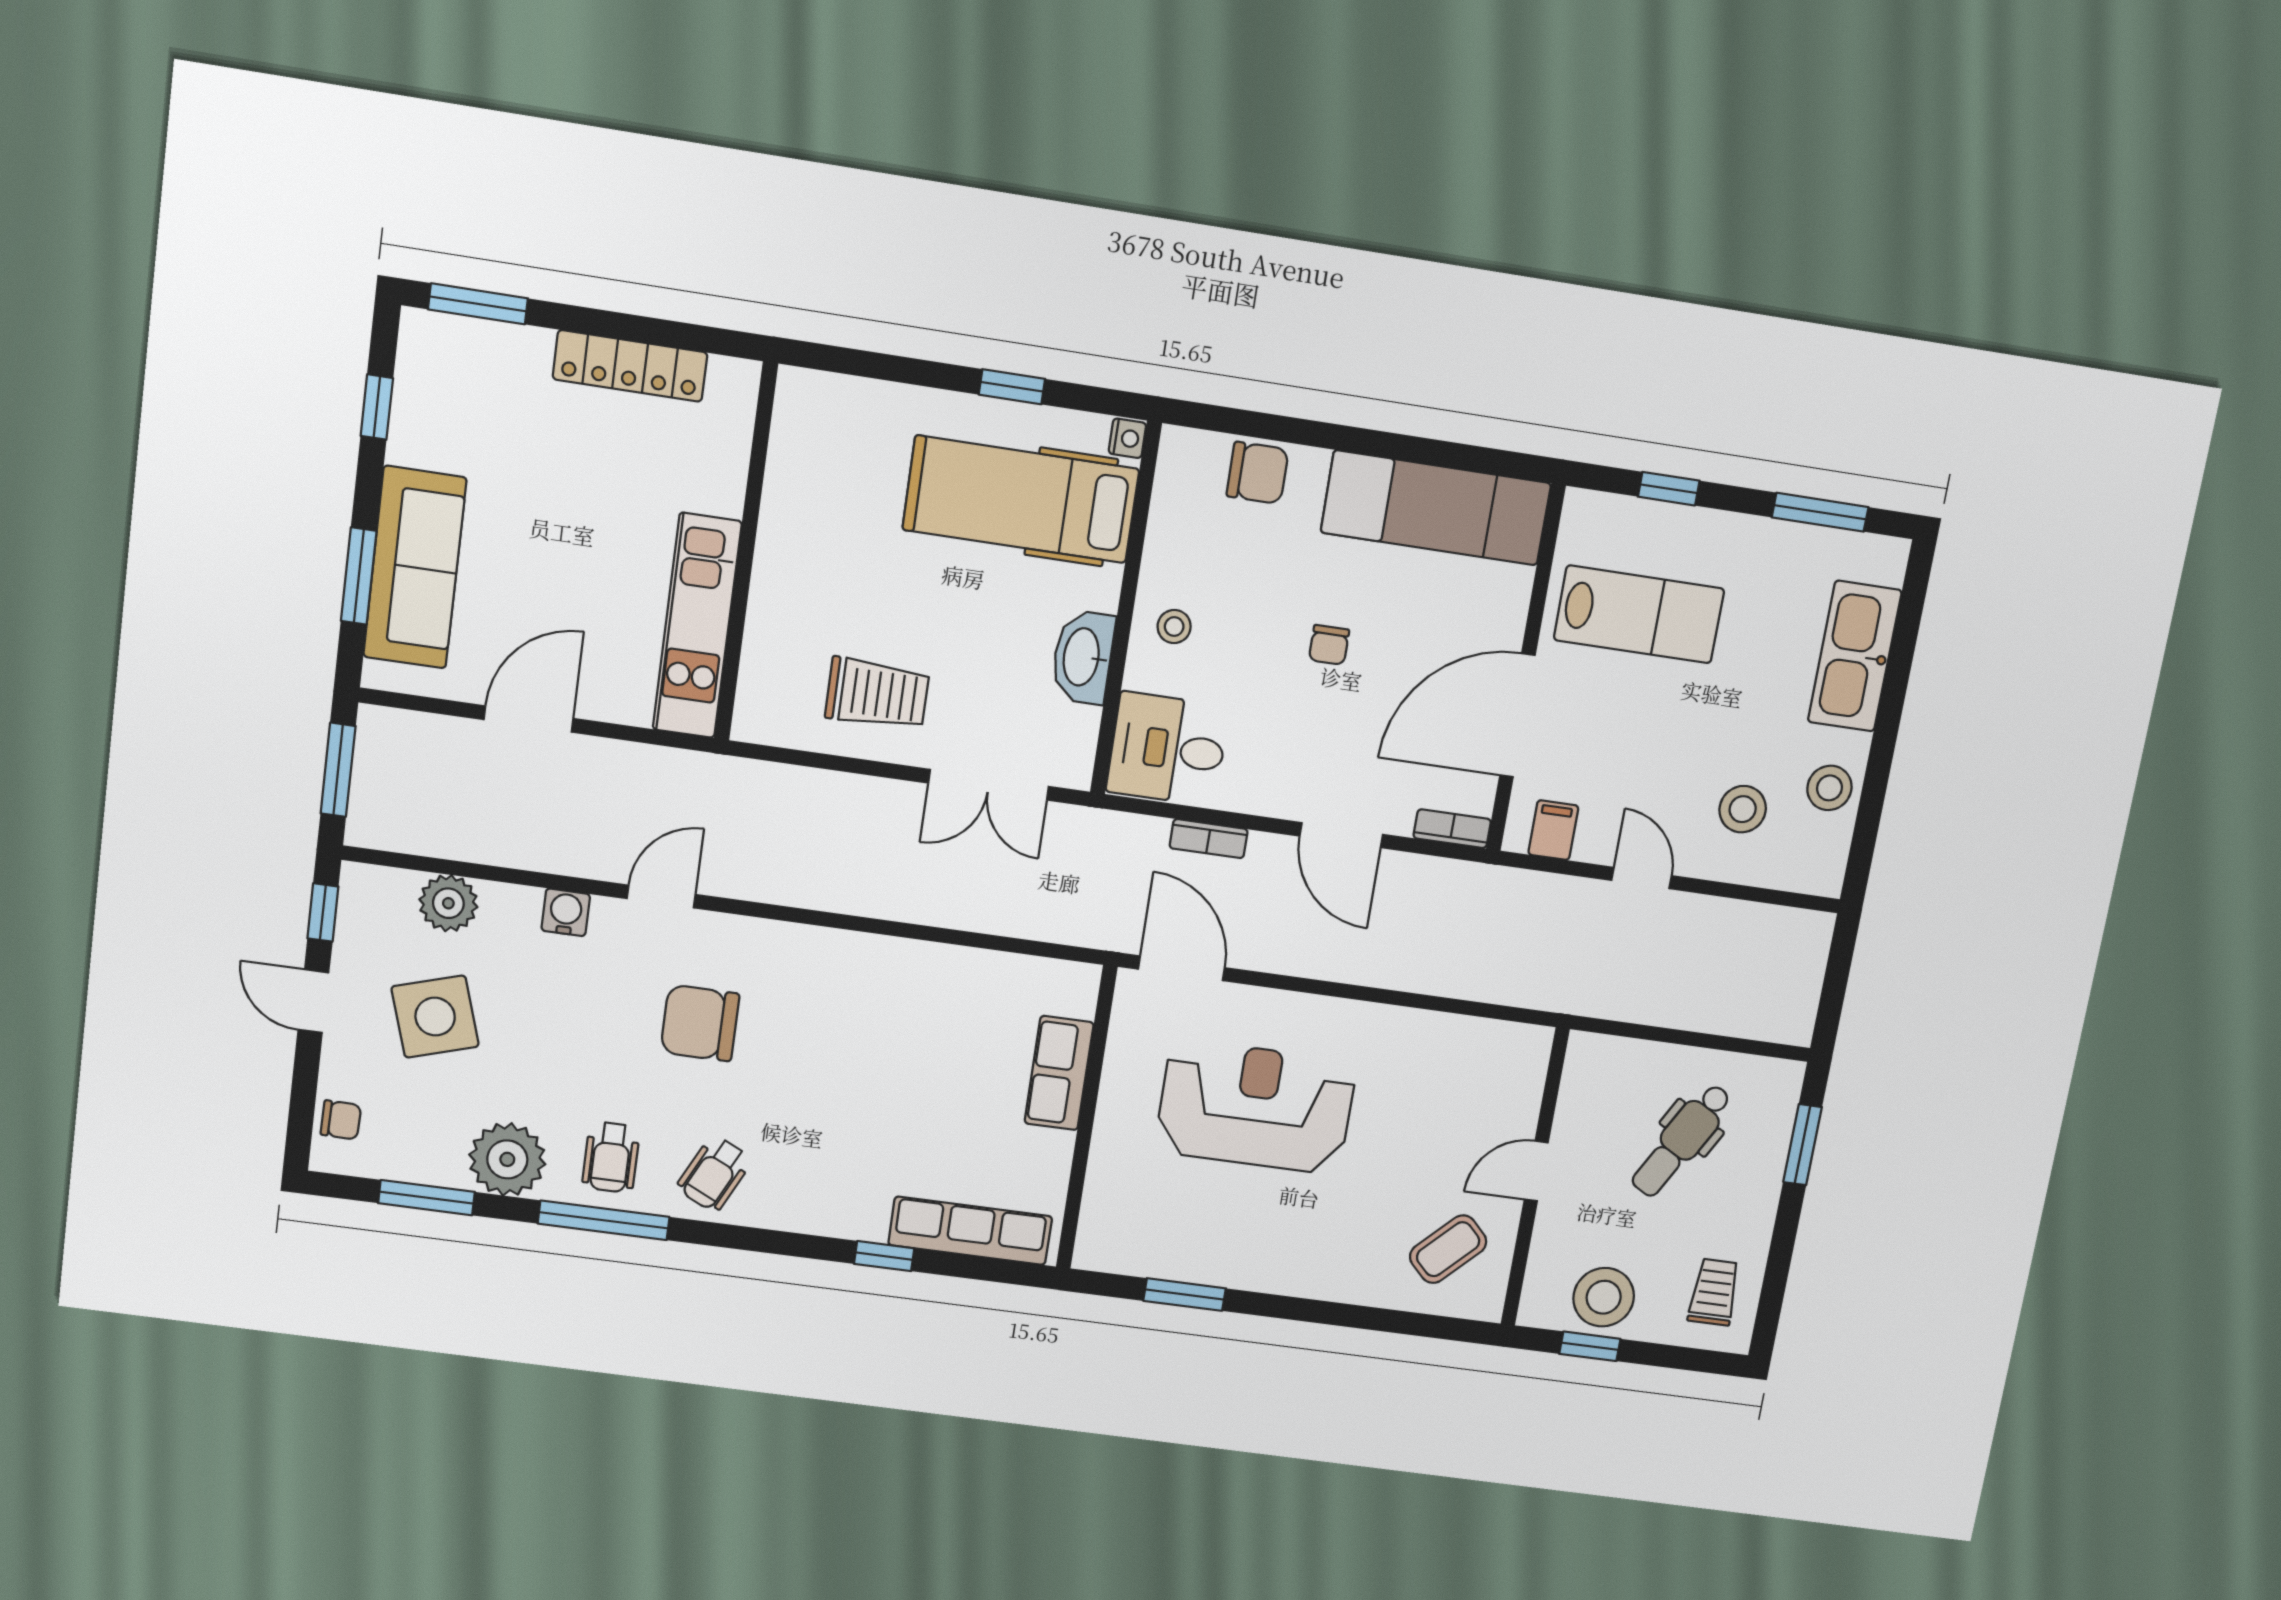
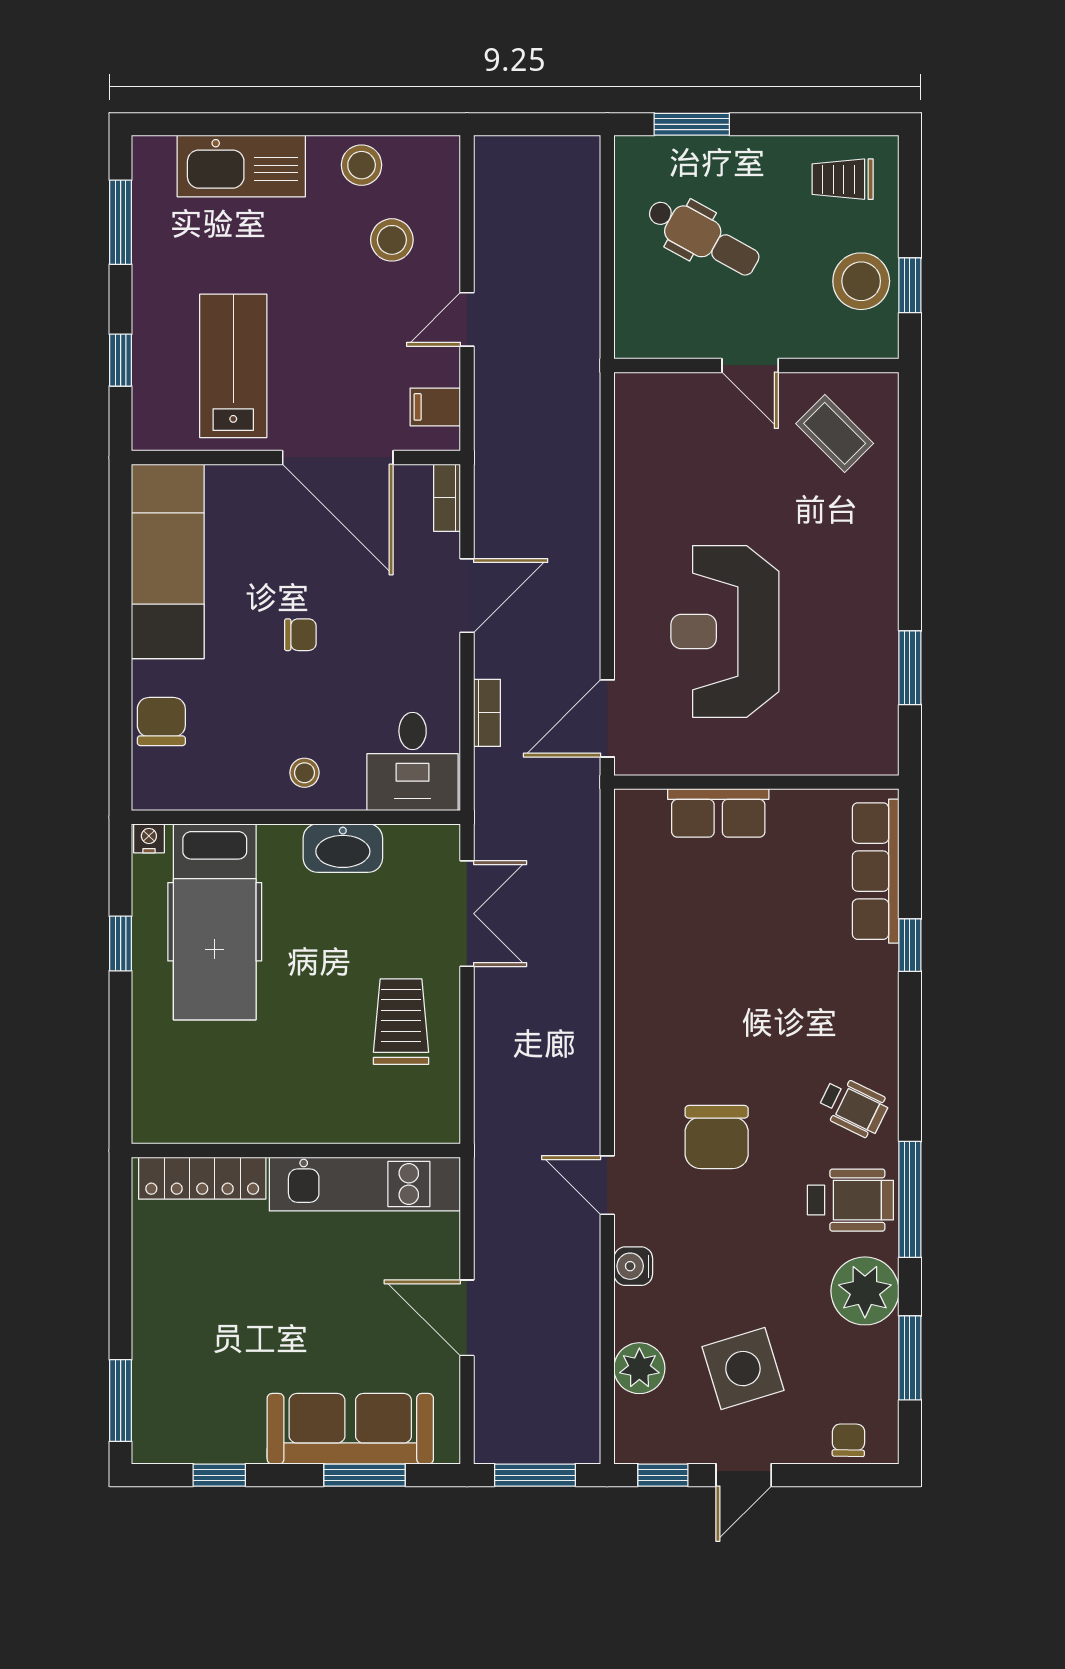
locker: (630, 366) -> (202, 1178), moved, turned 90
wheelchair: (611, 1157) -> (850, 1200), width x1.36, depth x1.37

